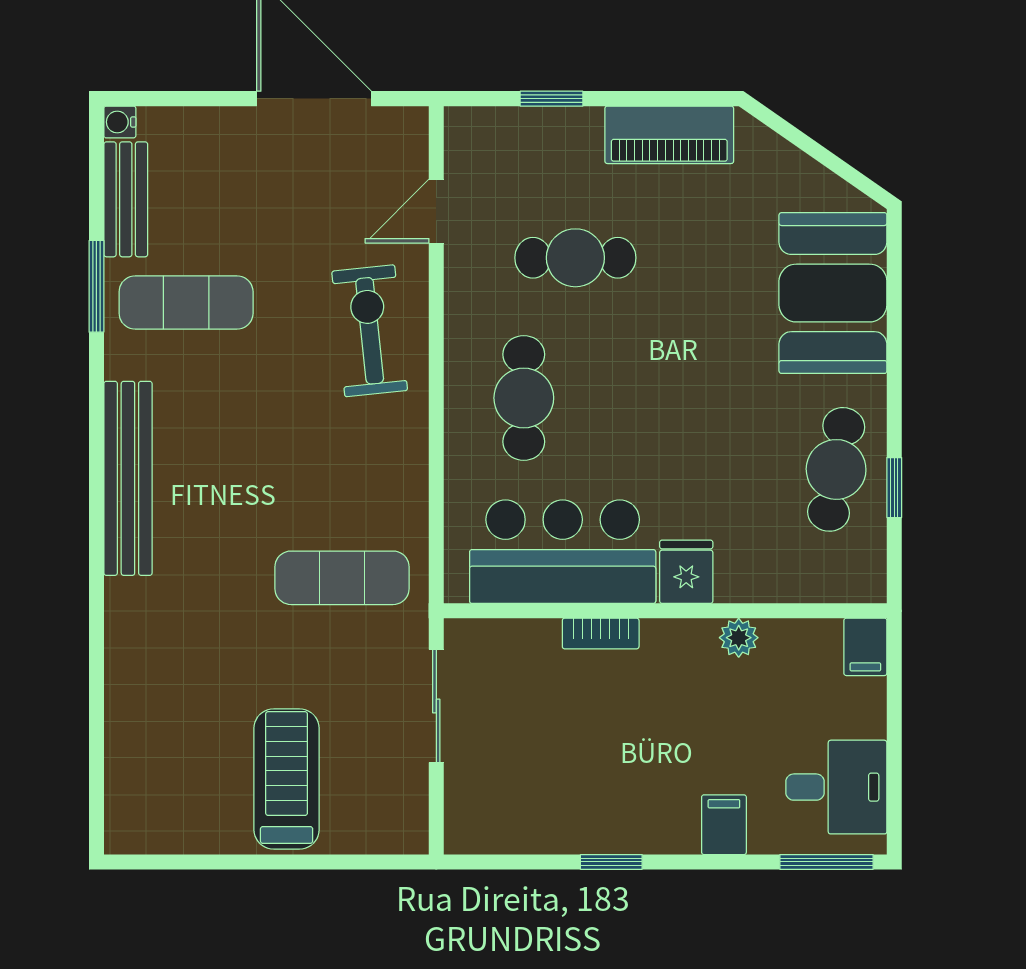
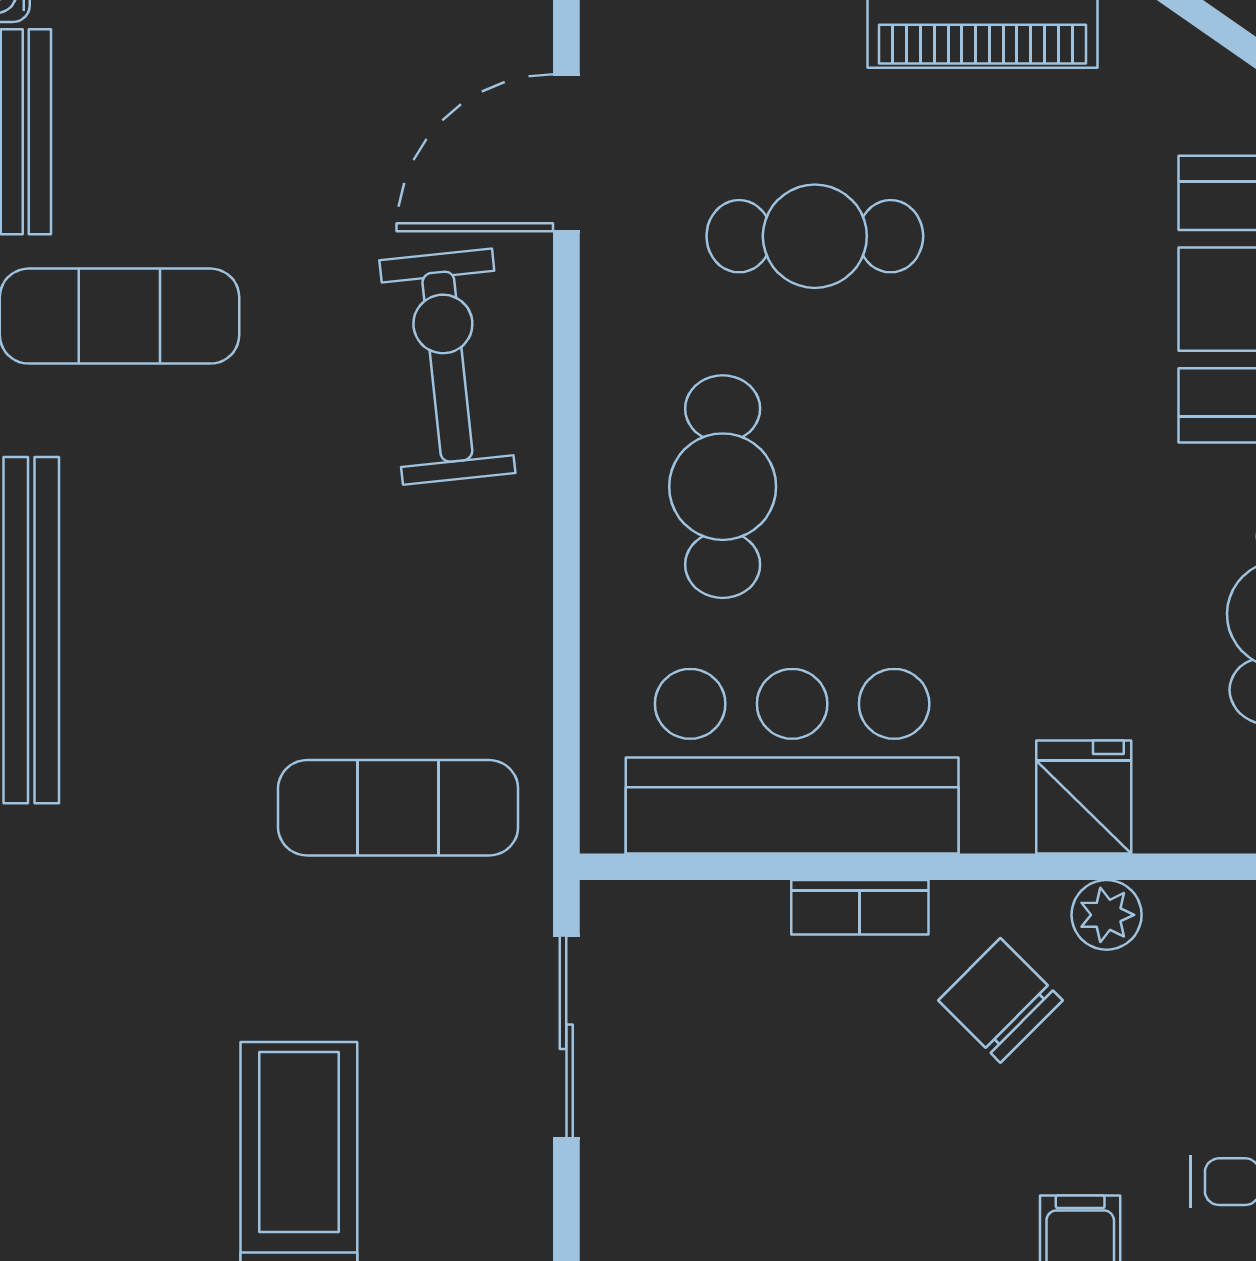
door: (436, 211) -> (566, 153), width x1.38
fridge: (686, 572) -> (1084, 797), moved
chair: (679, 686) -> (1000, 1000), added

